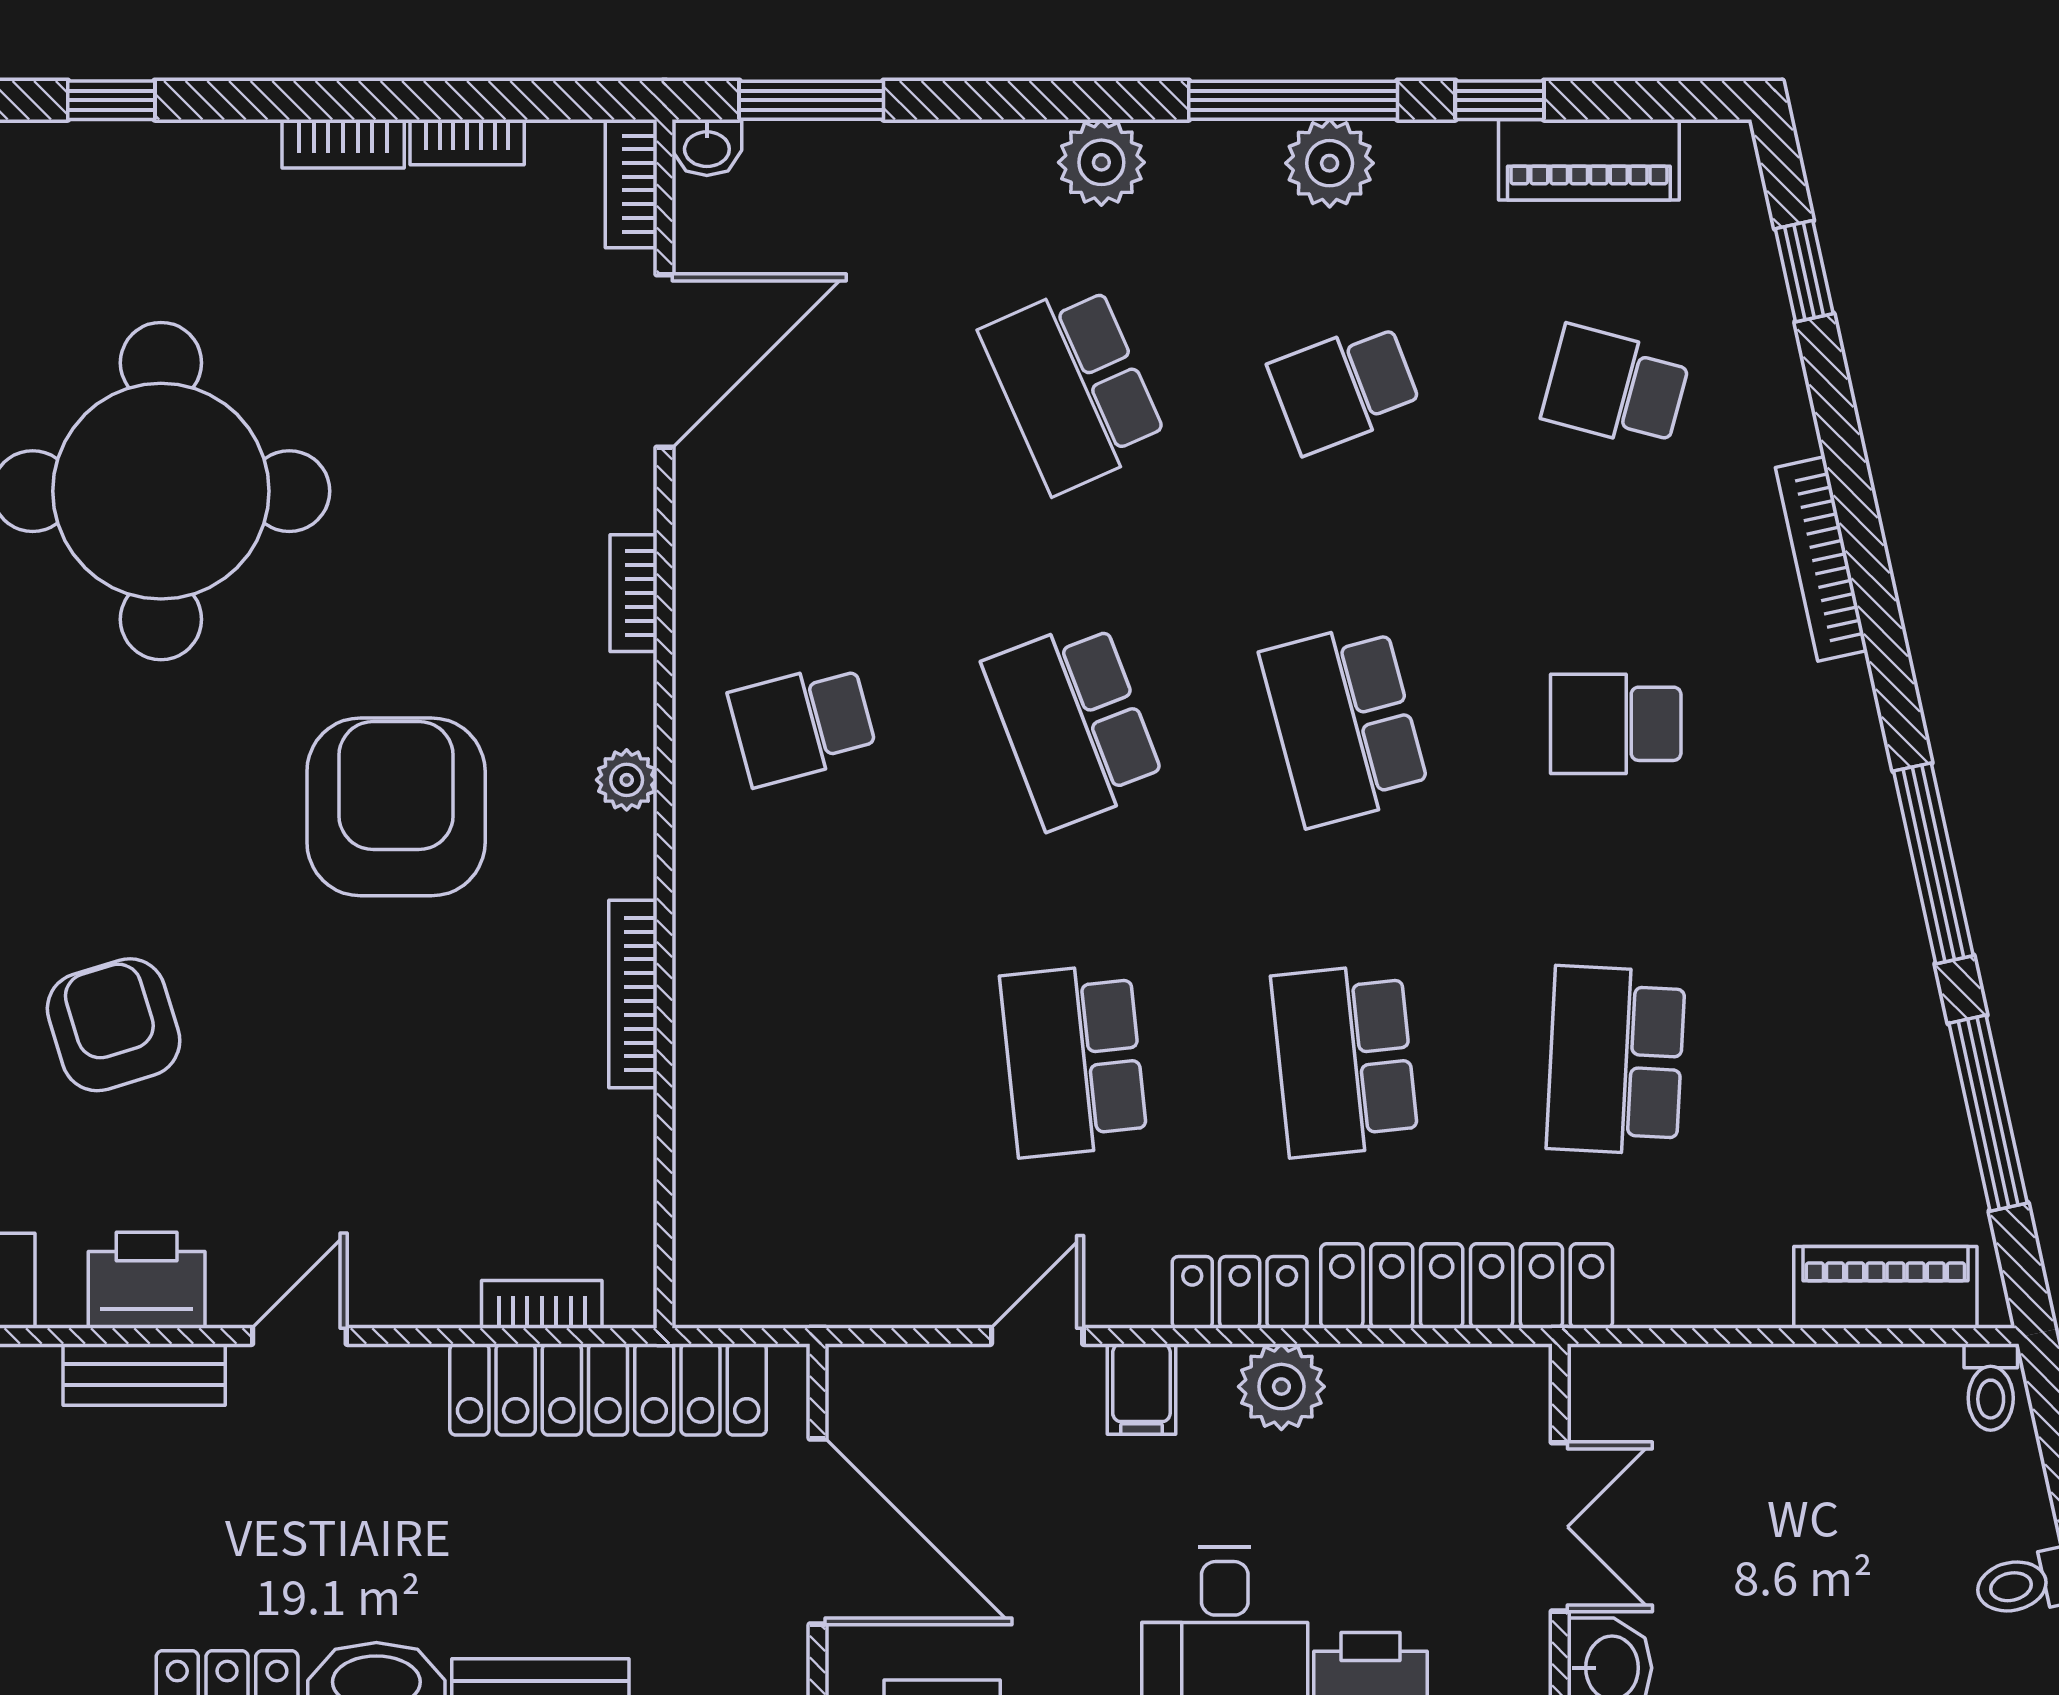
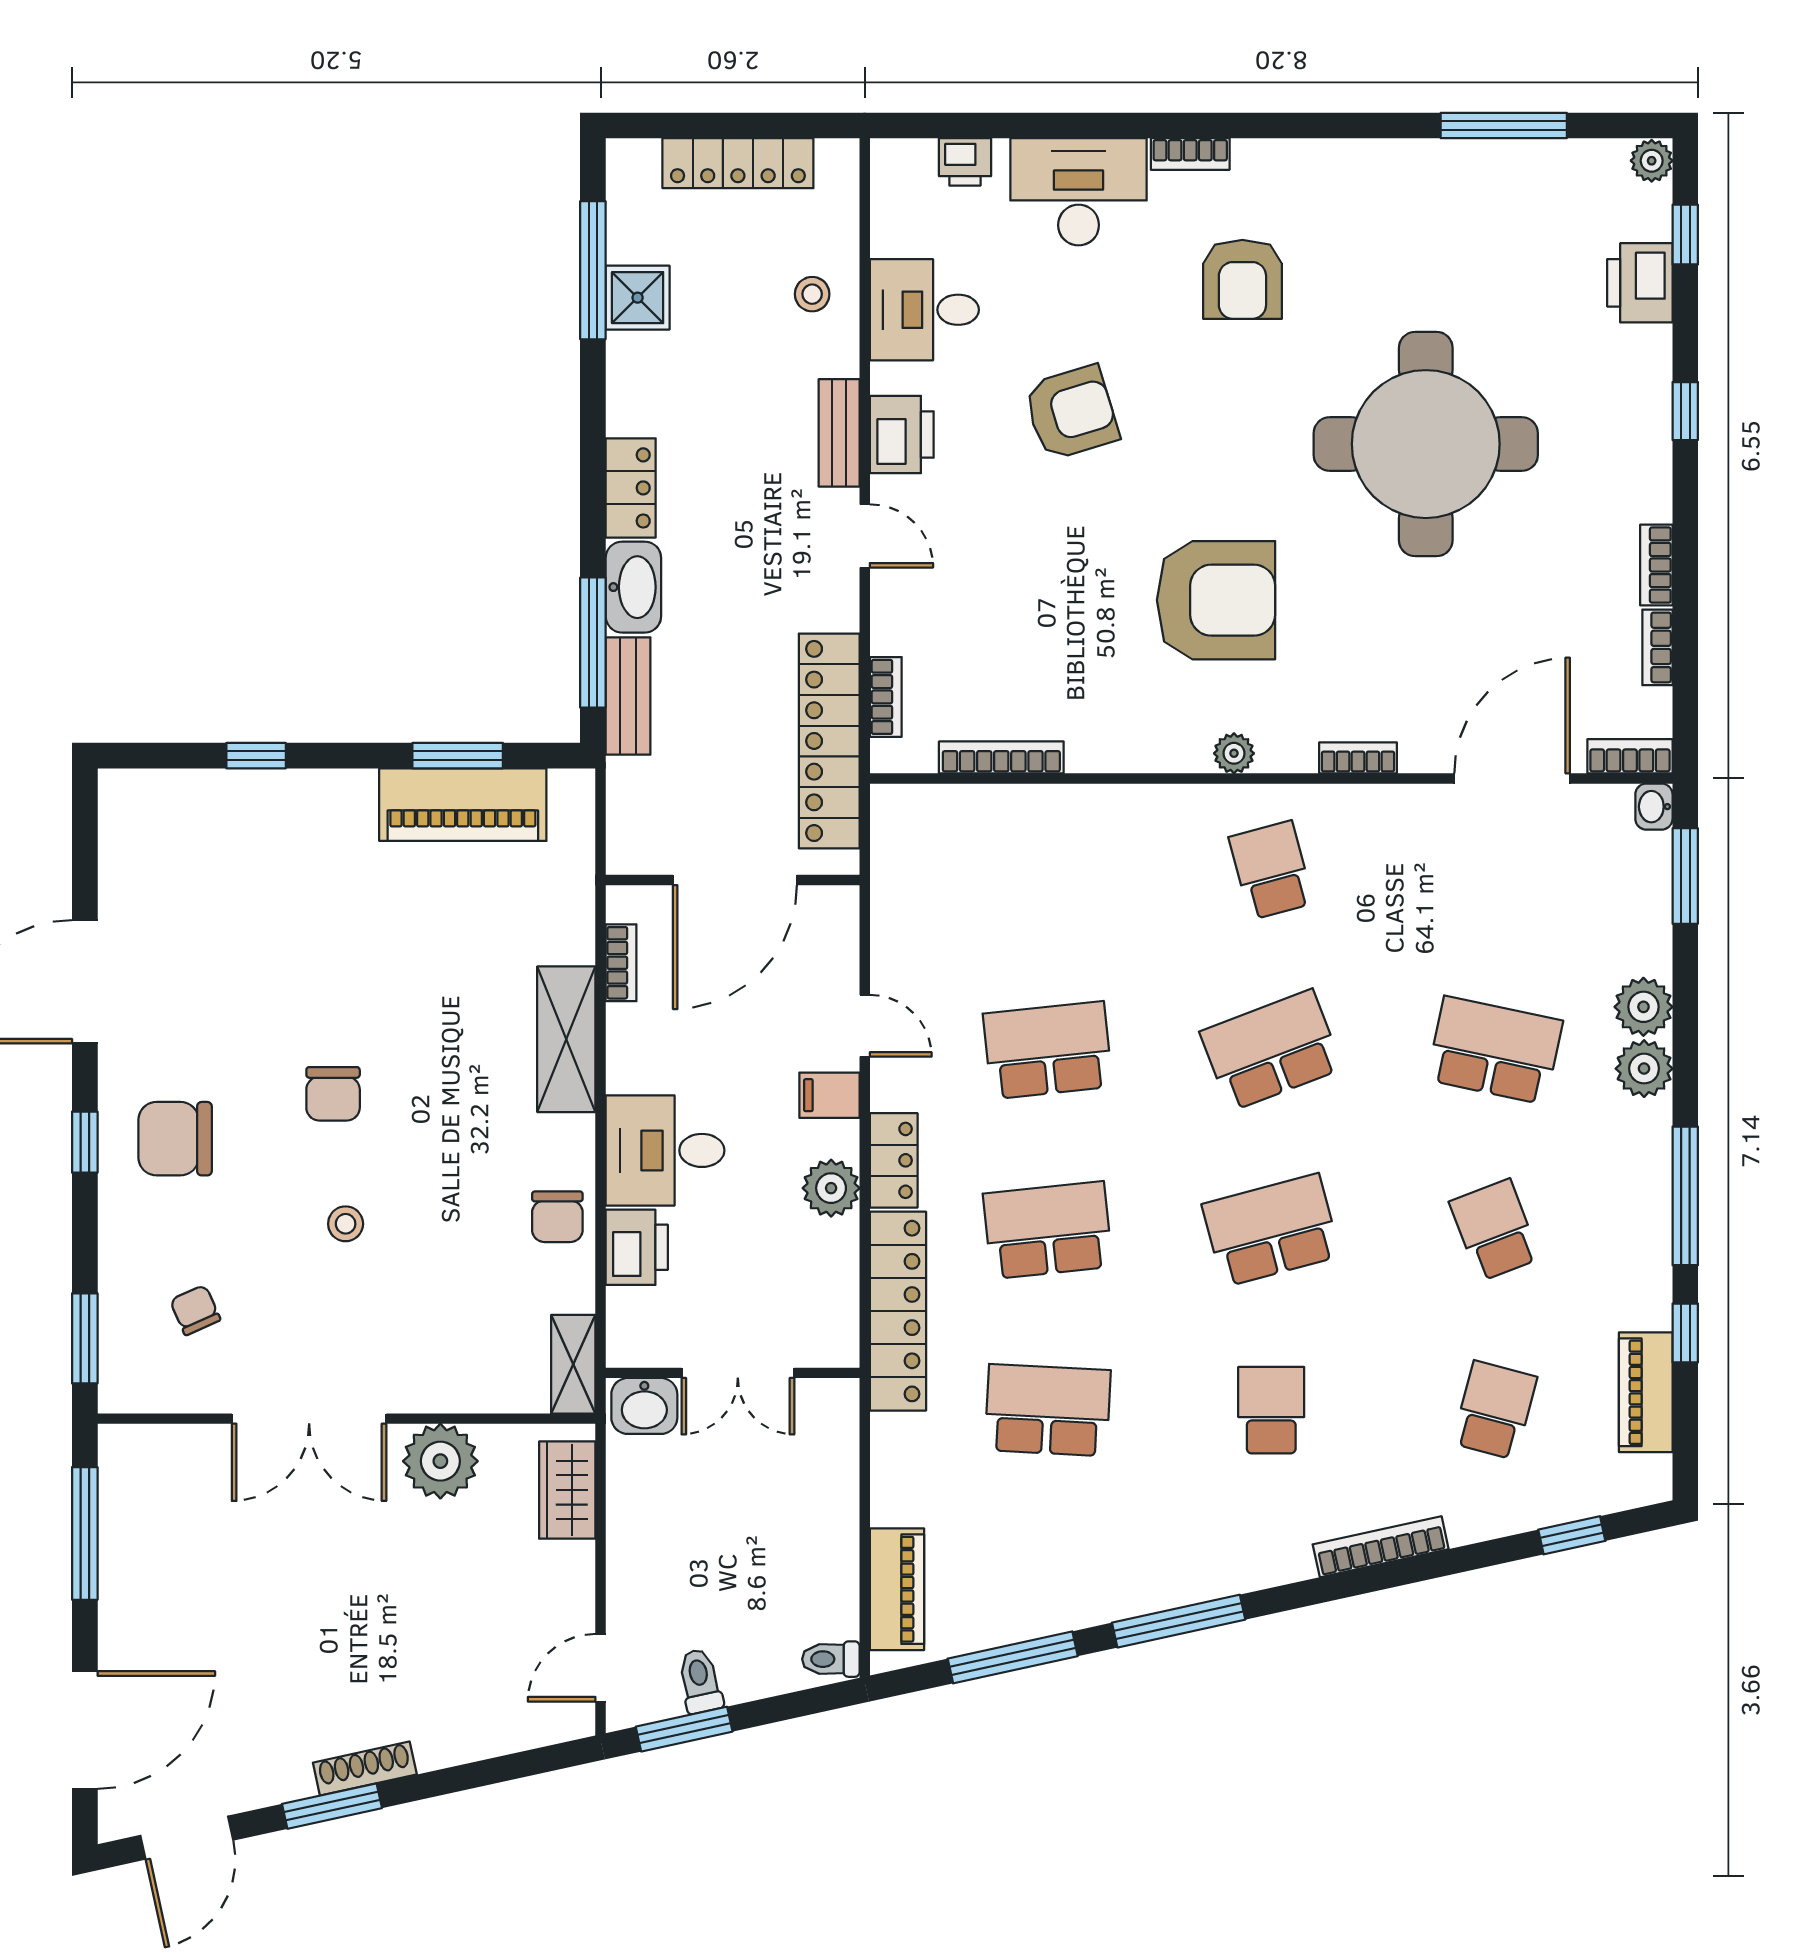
plant: (1330, 163) -> (1643, 1007), moved
door: (665, 361) -> (1512, 778), swing flipped
school desk: (1074, 387) -> (1495, 1050), turned 36
bookcase: (633, 994) -> (1001, 757), moved

